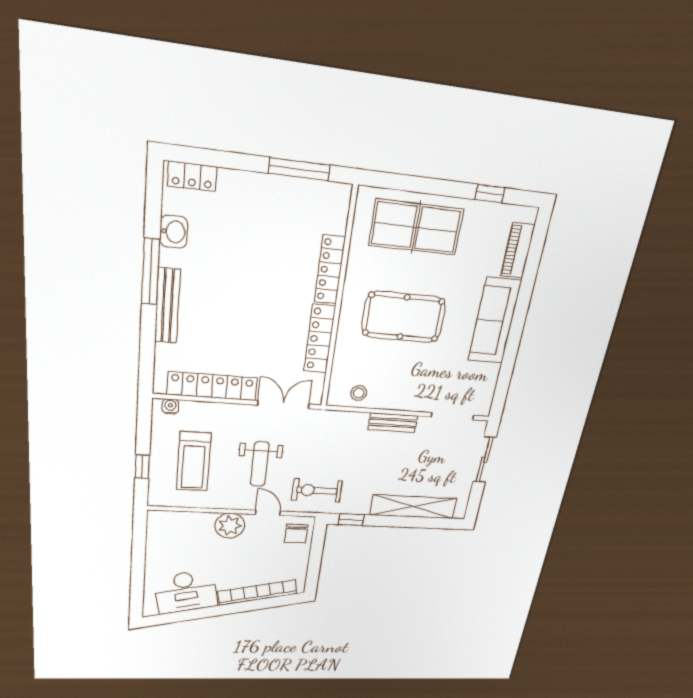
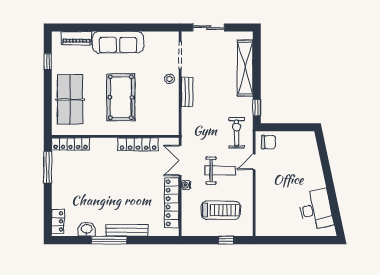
locker: (330, 270) -> (71, 144), moved
stool: (359, 393) -> (170, 79), moved
water cooler: (170, 406) -> (186, 185), moved
exercise bike: (317, 491) -> (237, 133), turned 180
plant: (230, 526) -> (265, 185), removed
bookcase: (257, 593) -> (315, 163), removed

